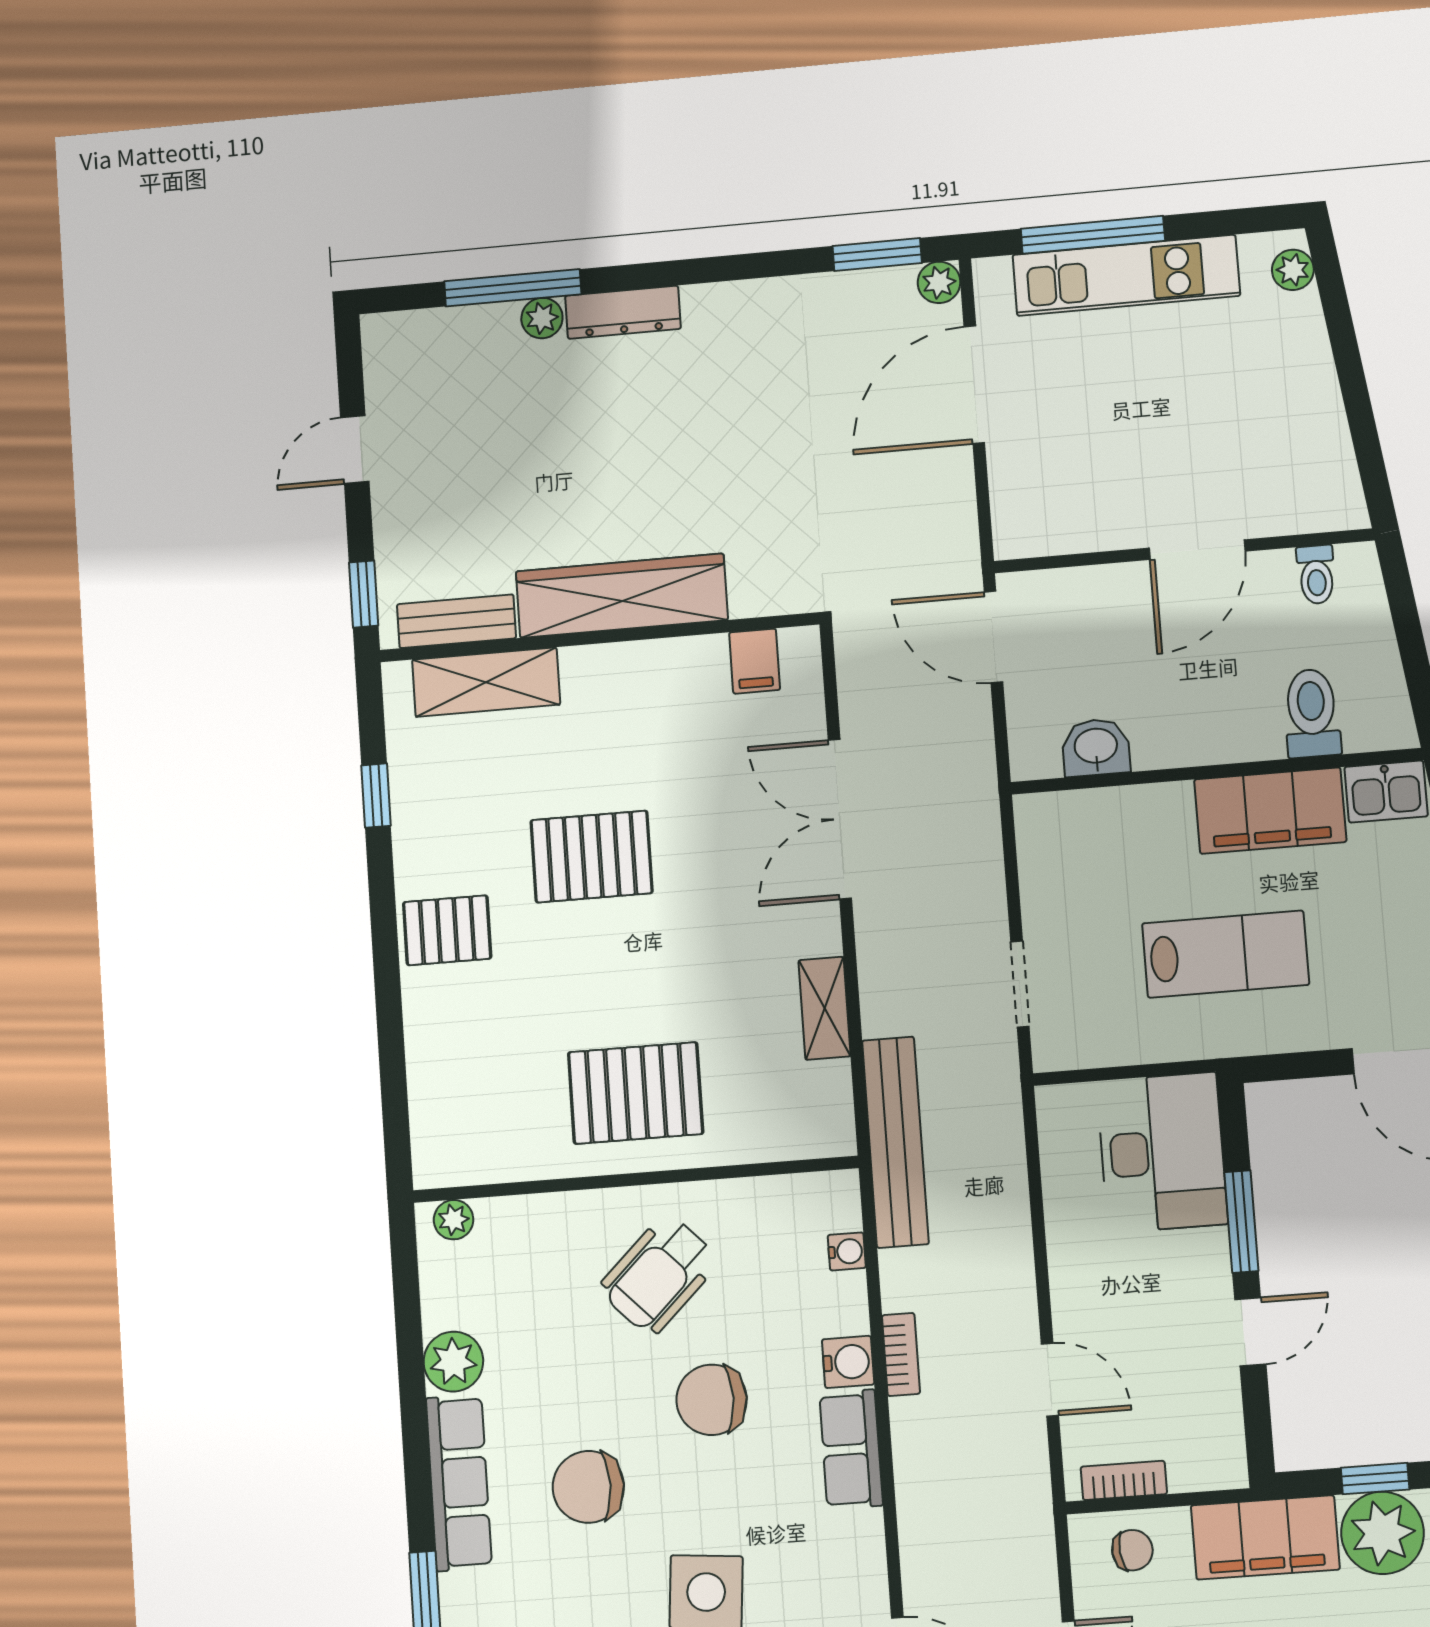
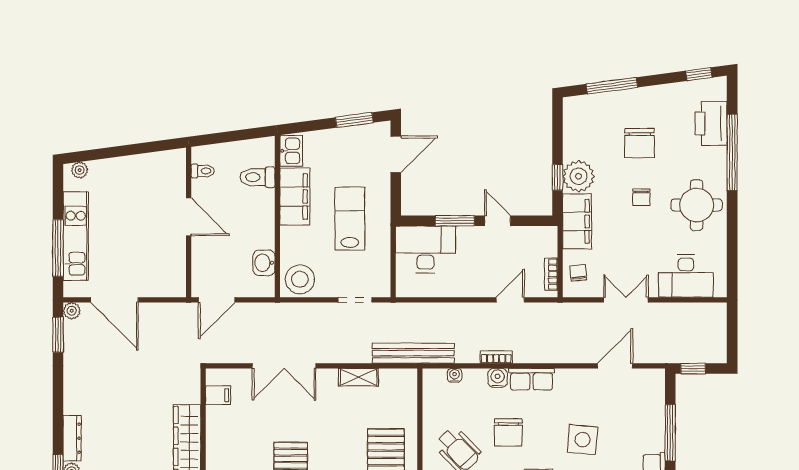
stool: (1061, 841) -> (300, 279), added

